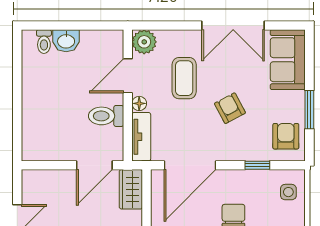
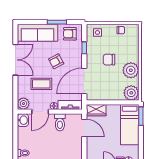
washbasin: (66, 41) -> (23, 120), moved
sofa: (288, 60) -> (38, 33), width x1.36
door: (128, 76) -> (40, 112), hinge flipped
door: (190, 165) -> (84, 81), swing flipped

